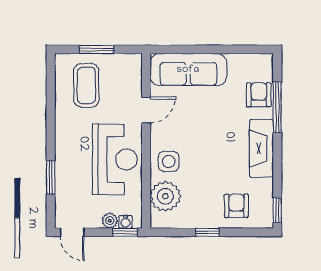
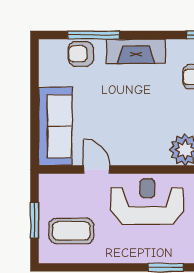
side table: (169, 161) -> (149, 146), removed

